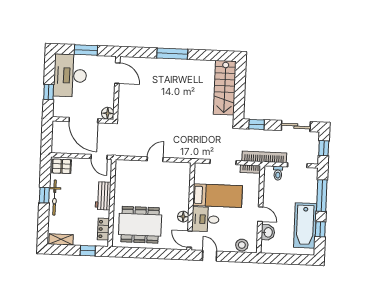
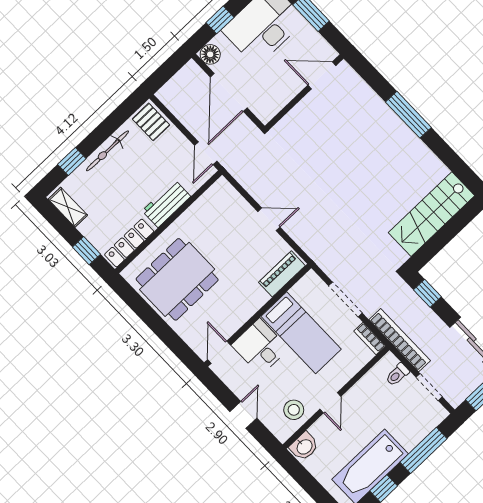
door: (117, 73) -> (322, 75), swing flipped
floor lamp: (108, 113) -> (210, 54), moved
piano: (184, 178) -> (282, 274), added
window: (44, 195) -> (72, 161), moved
floor lamp: (183, 217) -> (237, 319), removed
dining table: (140, 225) -> (177, 279), turned 90
locker: (103, 229) -> (129, 243), width x1.53
washbasin: (268, 232) -> (304, 446), moved
stool: (242, 245) -> (294, 410), moved
door: (210, 256) -> (243, 415), moved

